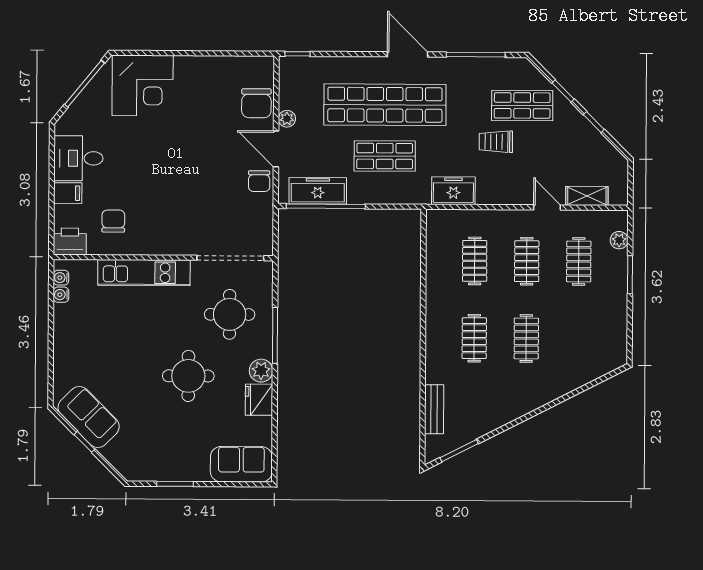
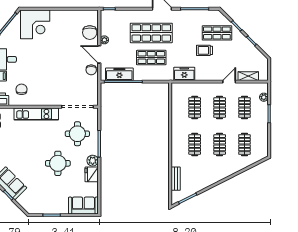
shop shelf: (385, 105) -> (151, 33), width x0.71
door: (547, 207) -> (229, 82), hinge flipped
clothes rail: (578, 339) -> (244, 145), added

